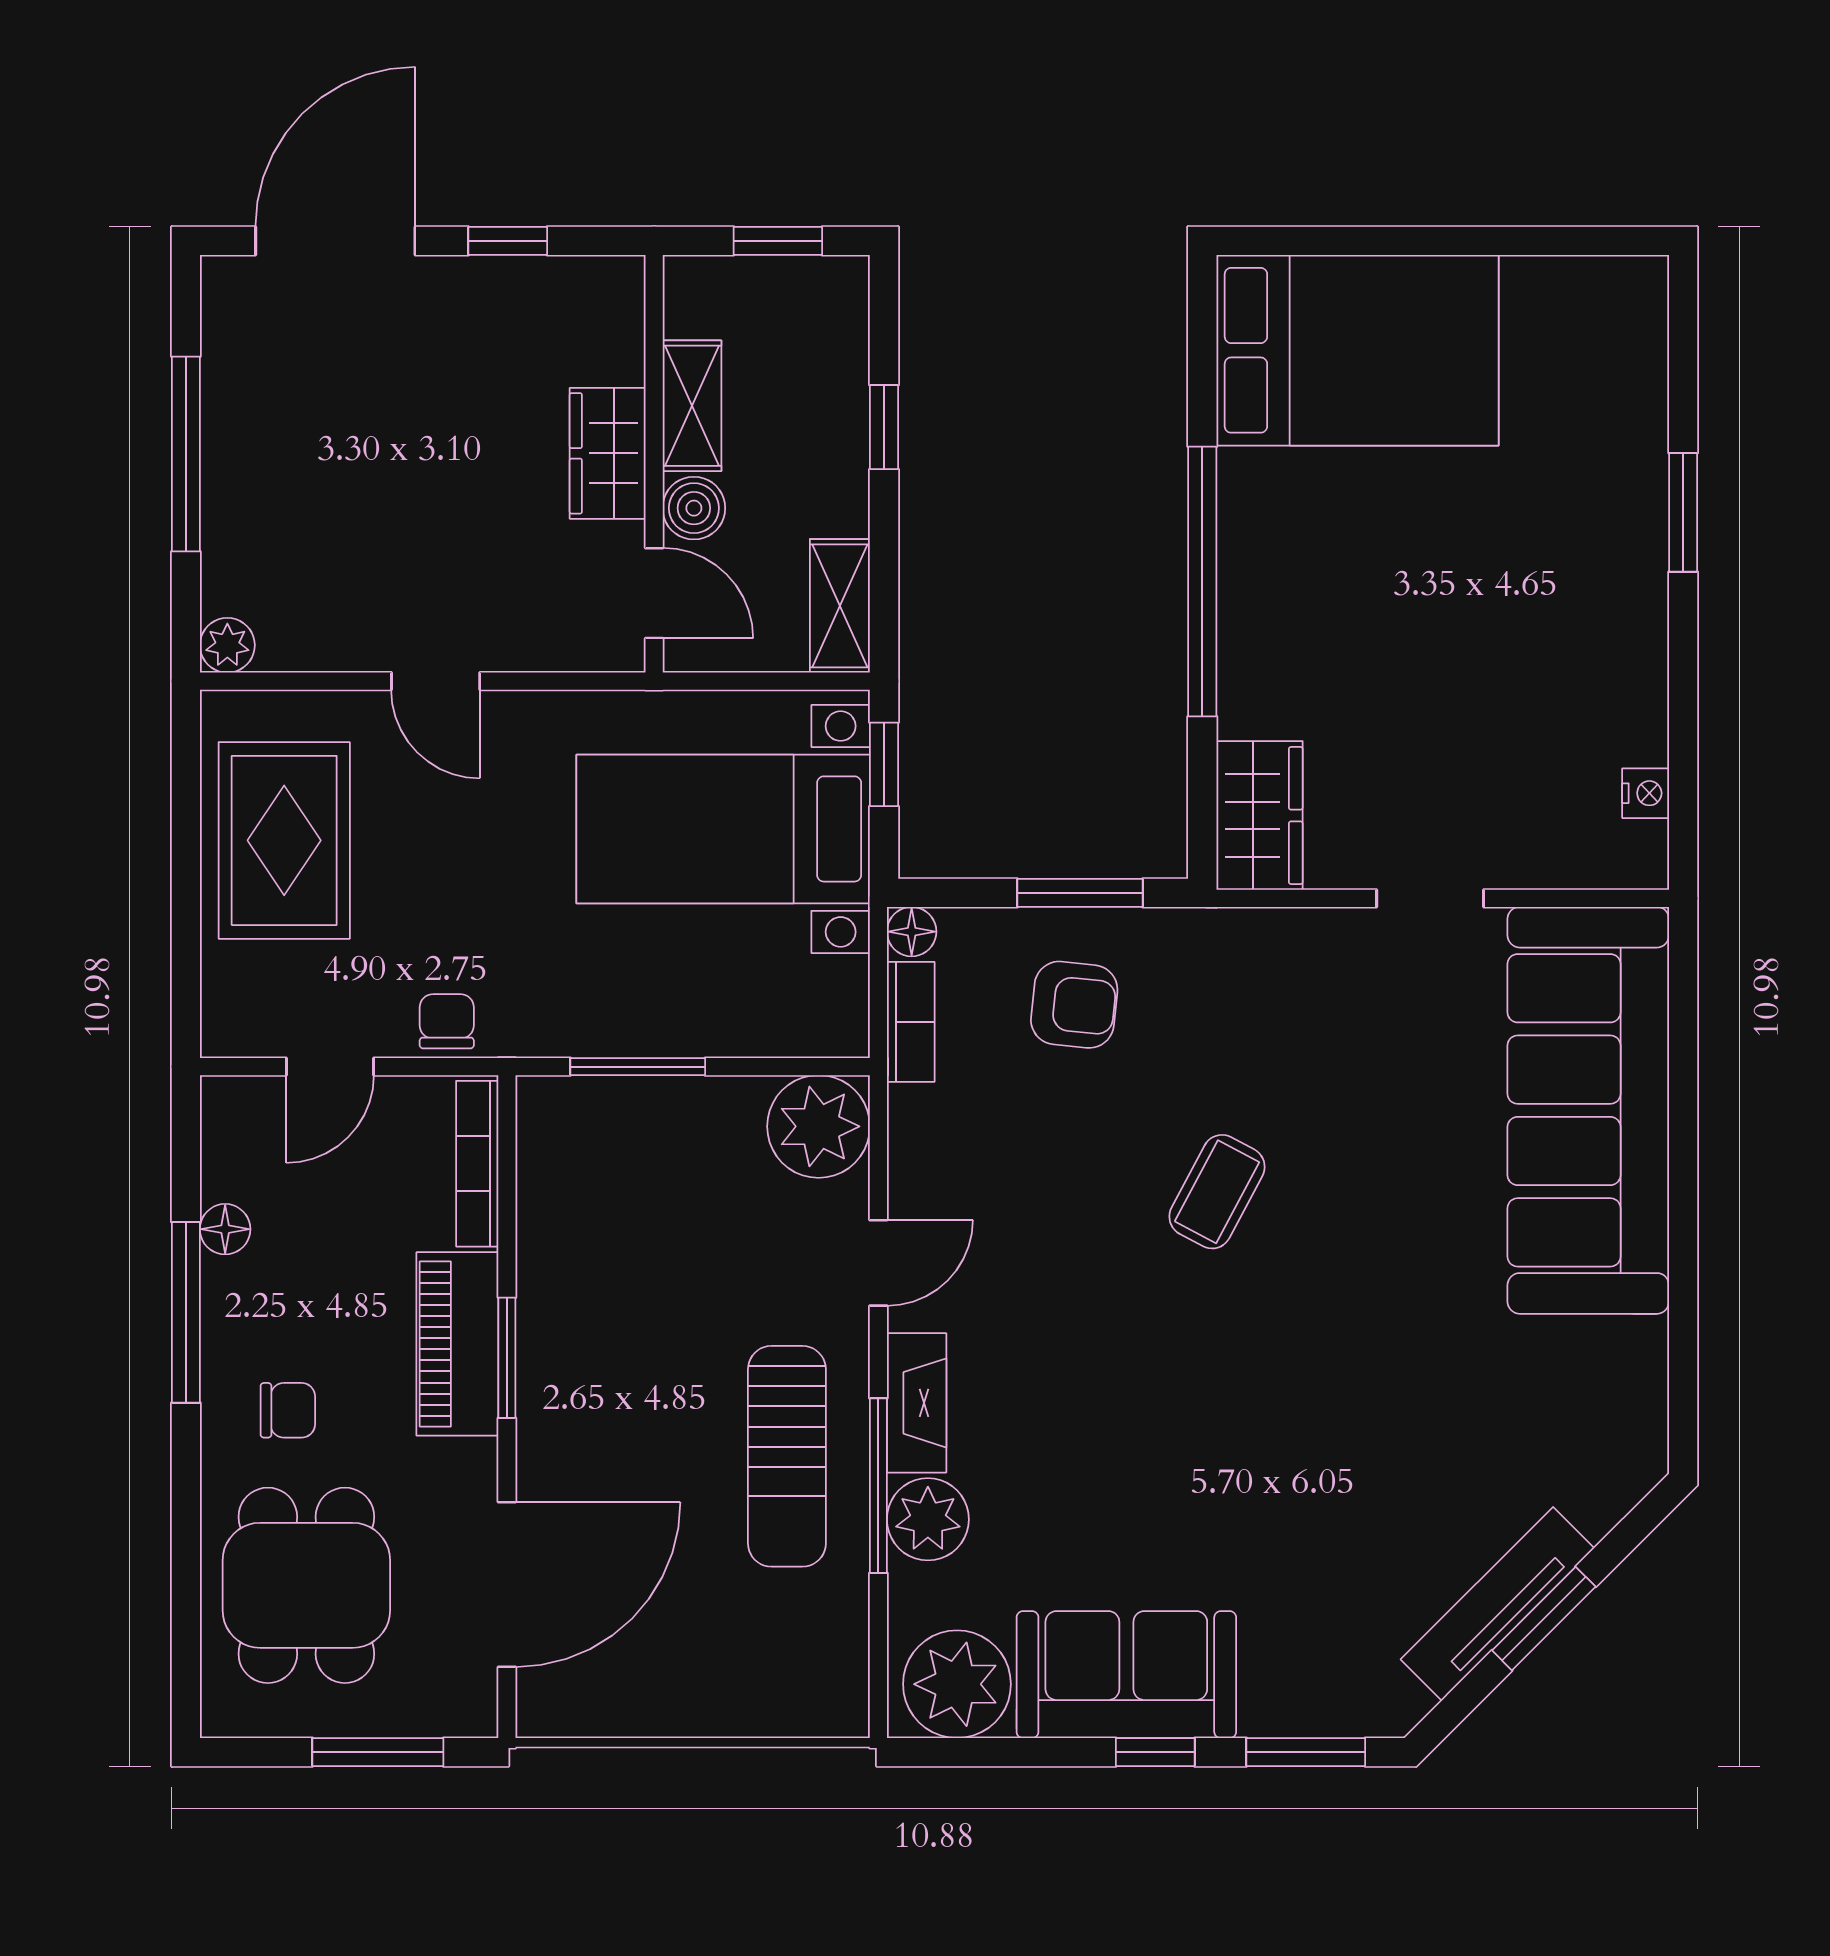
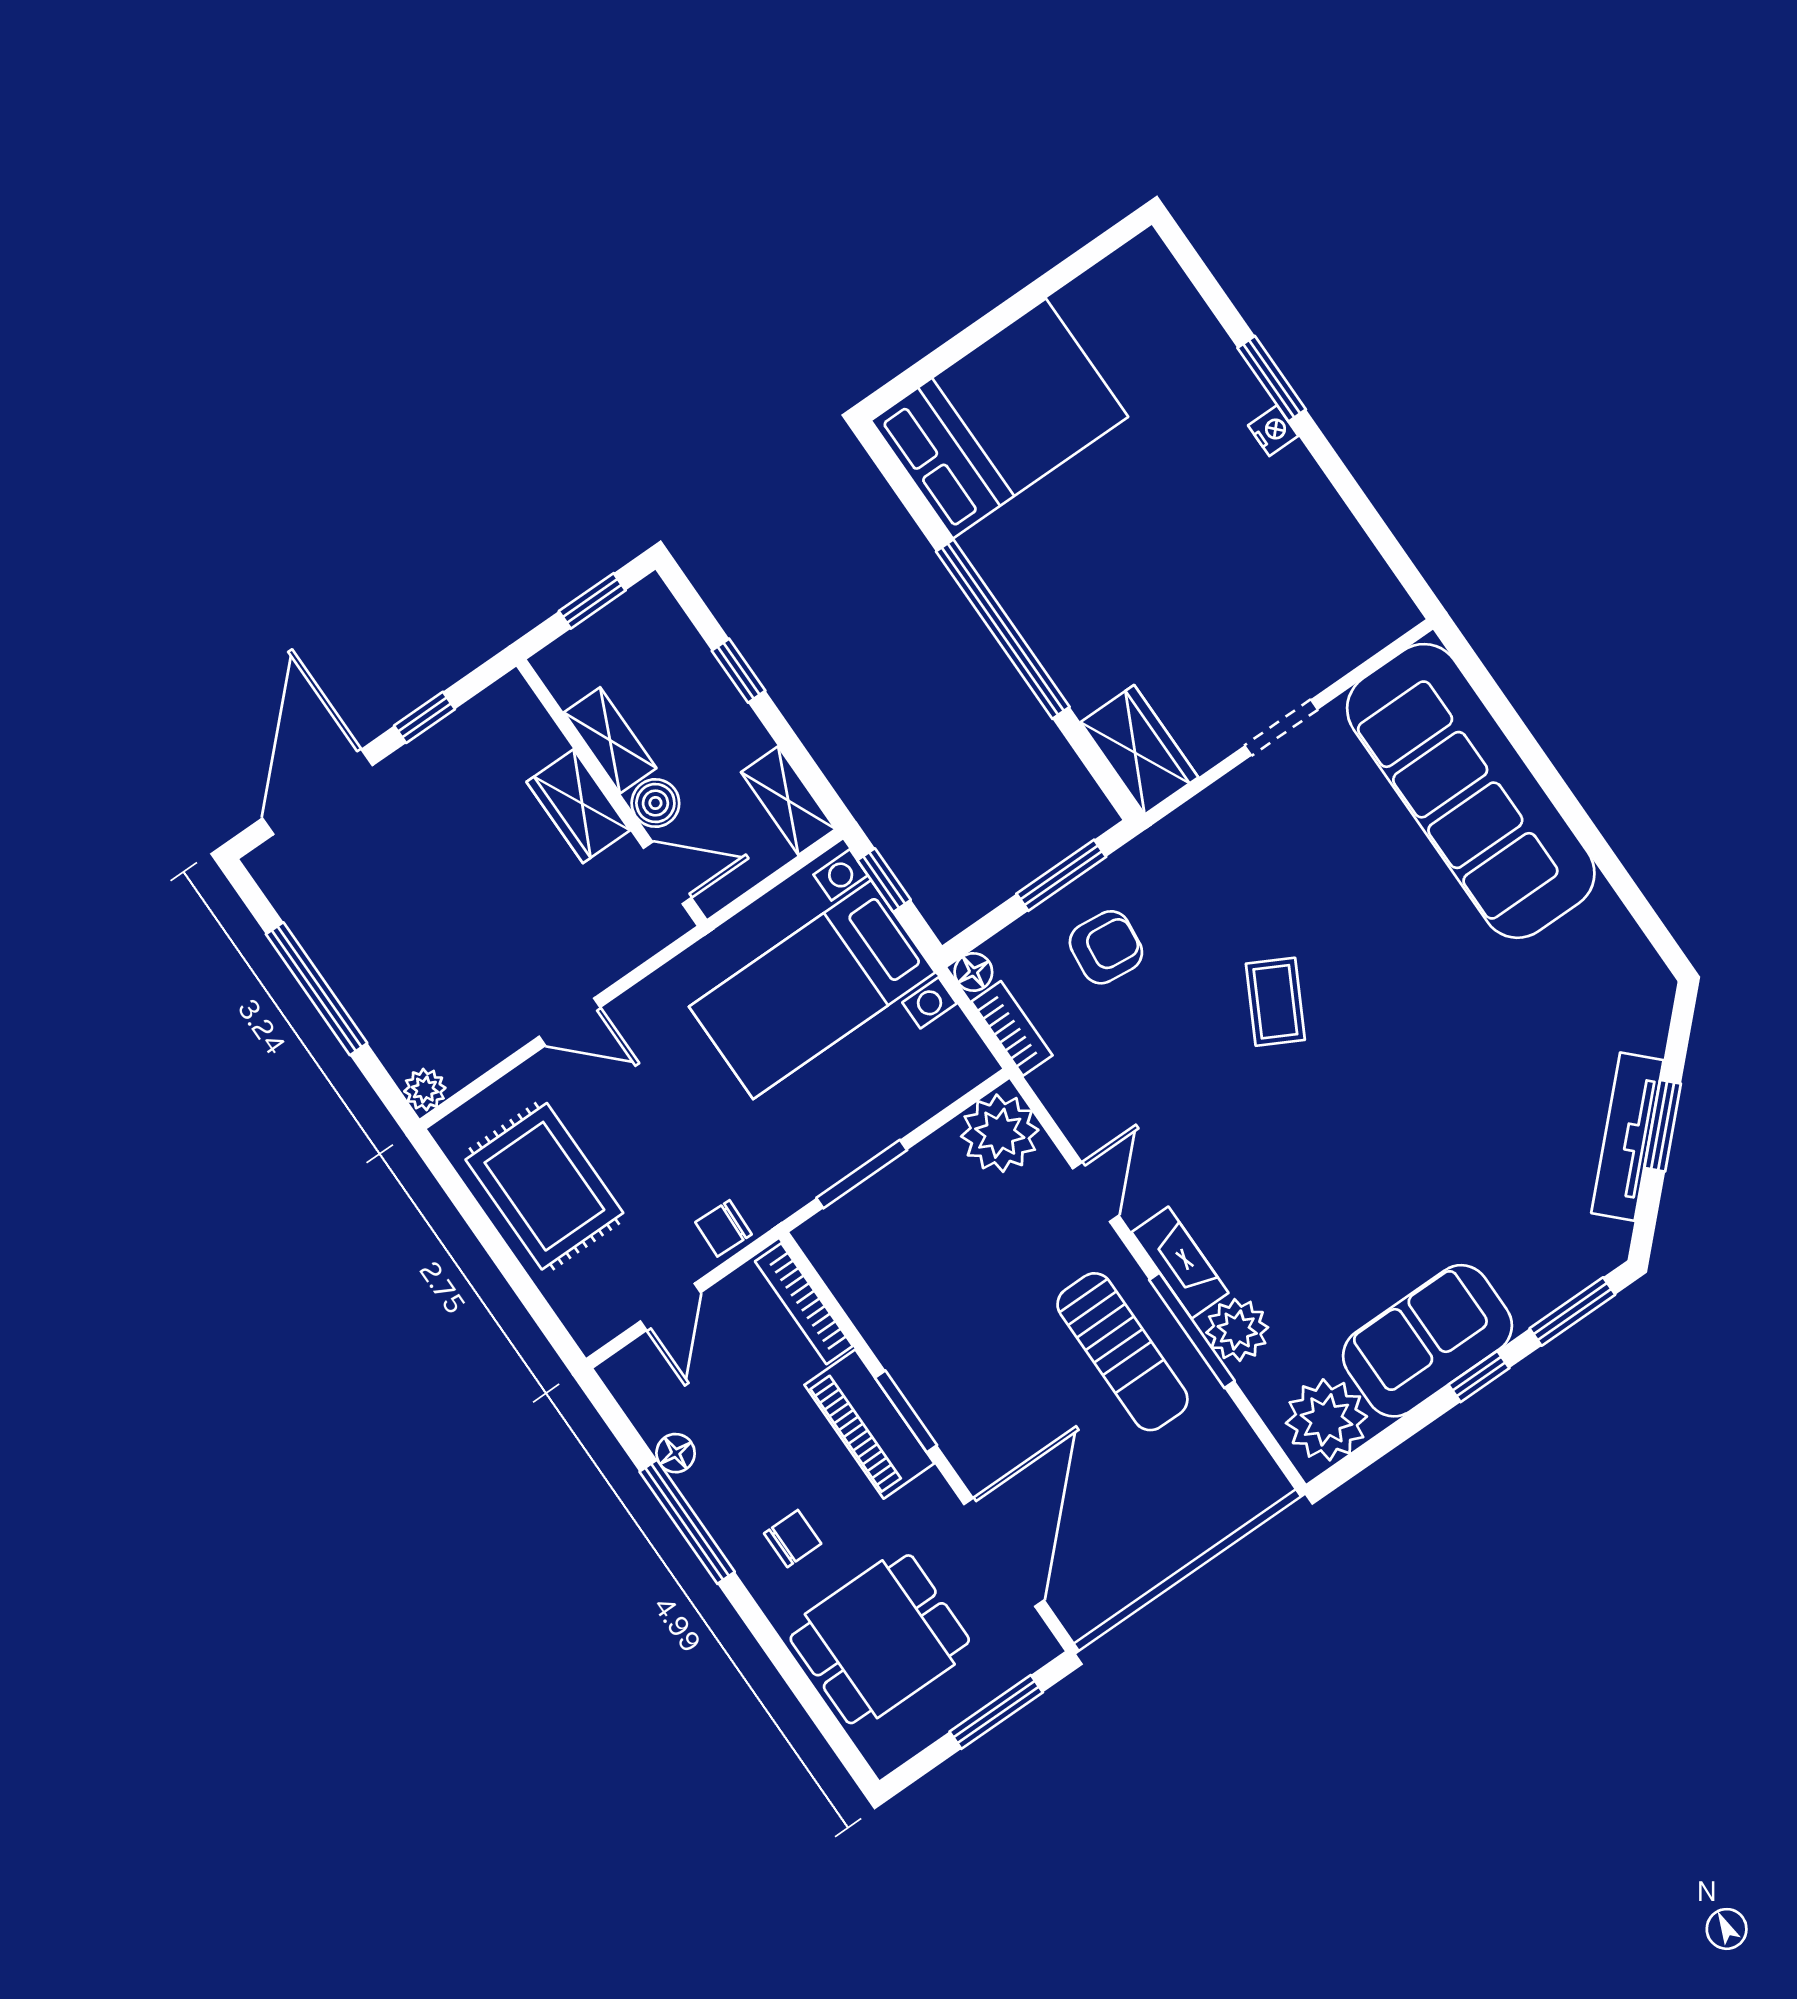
nightstand: (1646, 793) -> (1273, 431), moved
chair: (447, 1021) -> (723, 1228), turned -88
dining table: (306, 1585) -> (880, 1639), turned 90

